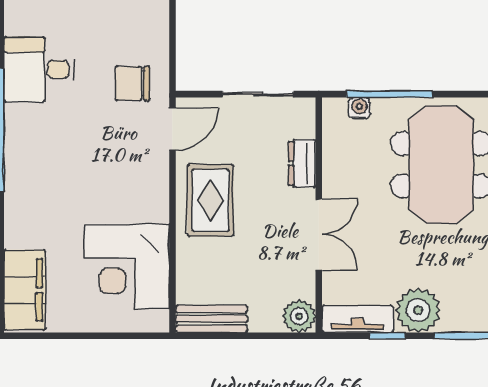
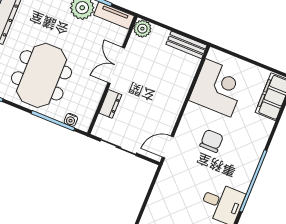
chair: (132, 83) -> (212, 141), moved, turned -90
rug: (210, 200) -> (163, 104), removed

